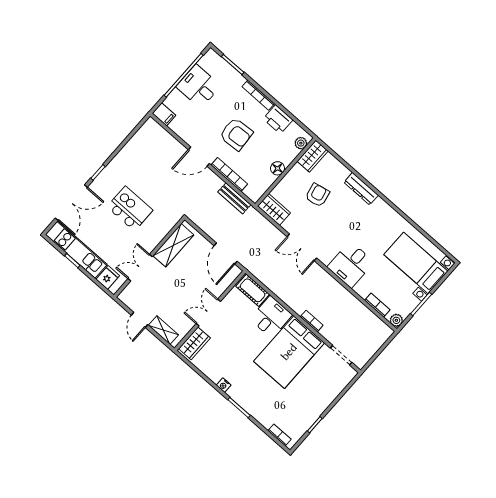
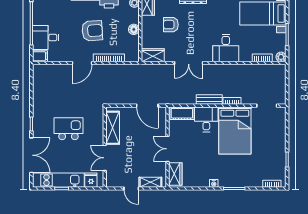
desk: (198, 86) -> (46, 38), moved
armchair: (317, 195) -> (171, 25), turned -78
bench: (234, 198) -> (209, 99), moved

